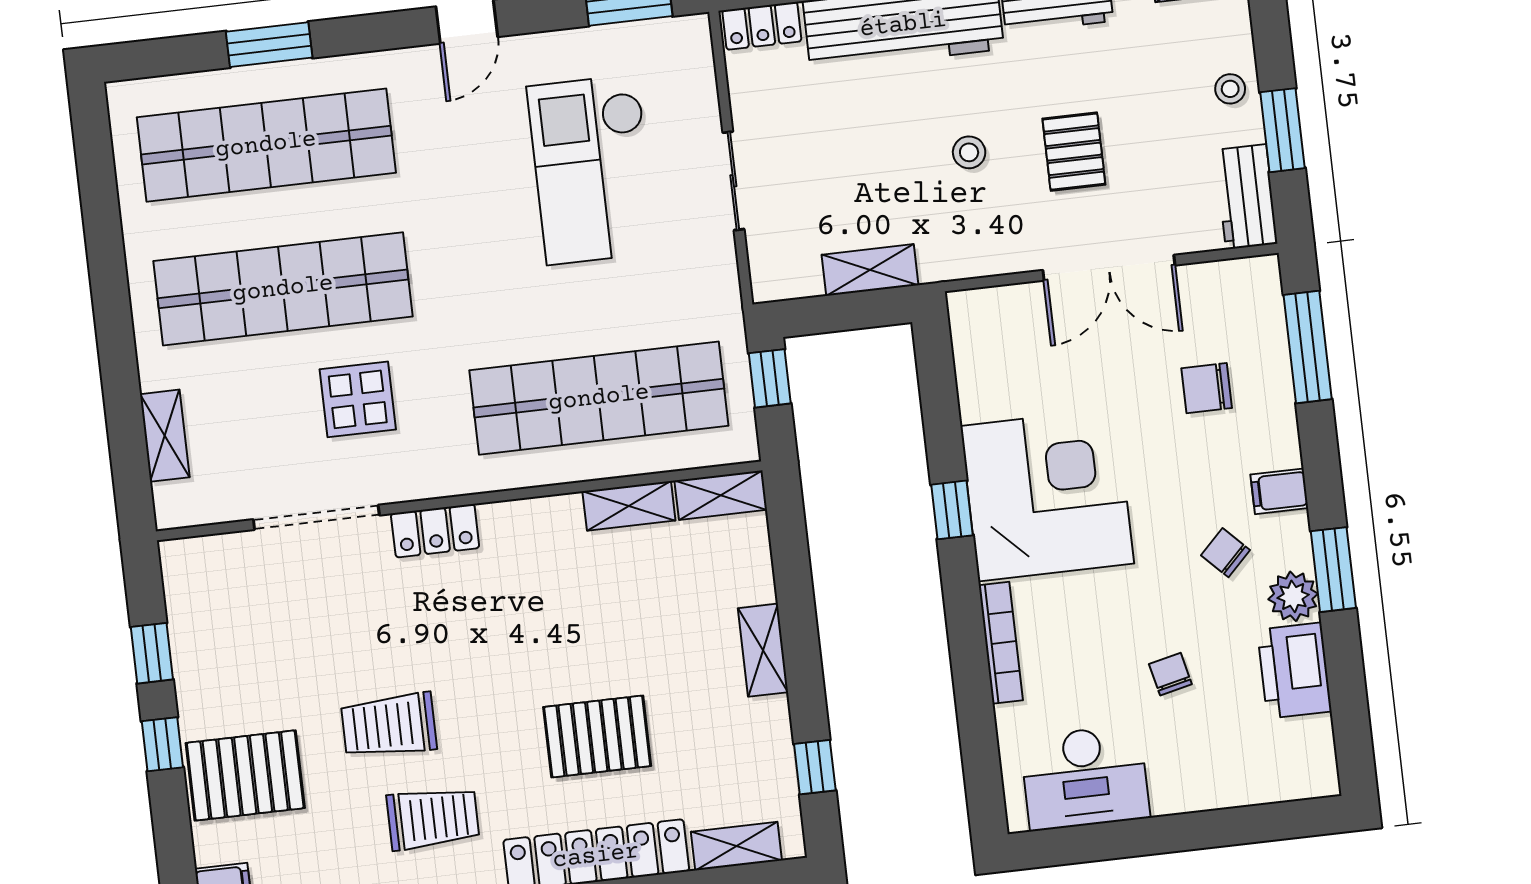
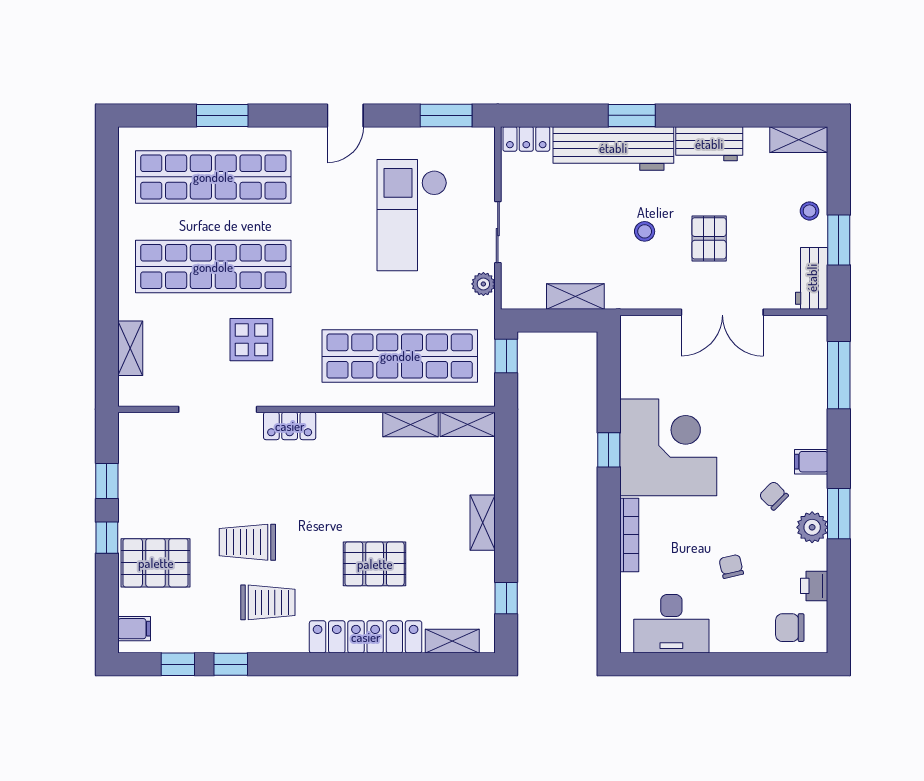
plant: (720, 267) -> (483, 284), added
chair: (1207, 388) -> (790, 628), moved
printer: (1294, 671) -> (814, 586), width x0.53, depth x0.68

